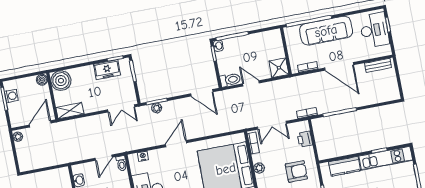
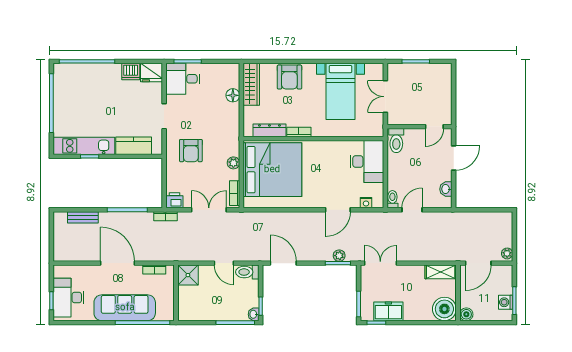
bench: (378, 65) -> (83, 217), moved
printer: (305, 139) -> (174, 200), moved, turned -90
door: (176, 144) -> (338, 210), moved
armchair: (296, 171) -> (191, 151), turned -90

